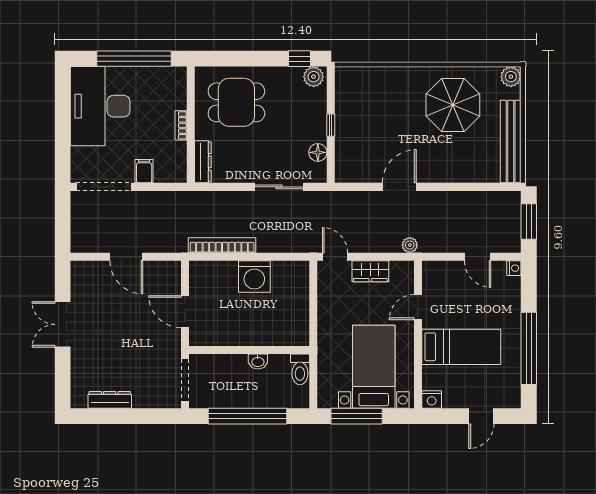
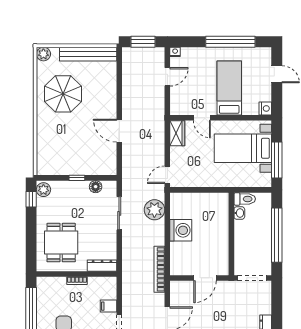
bookcase: (222, 245) -> (159, 269), moved
plant: (410, 245) -> (154, 210), moved, width x1.87, depth x1.87
wardrobe: (370, 271) -> (177, 133), moved
washbasin: (258, 362) -> (239, 213), moved

